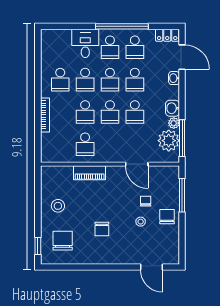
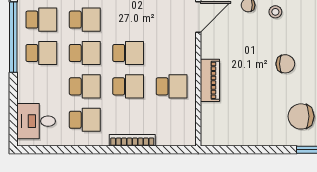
desk: (85, 43) -> (36, 121), moved
school desk: (135, 112) -> (128, 20), removed
stool: (58, 206) -> (254, 123), removed

